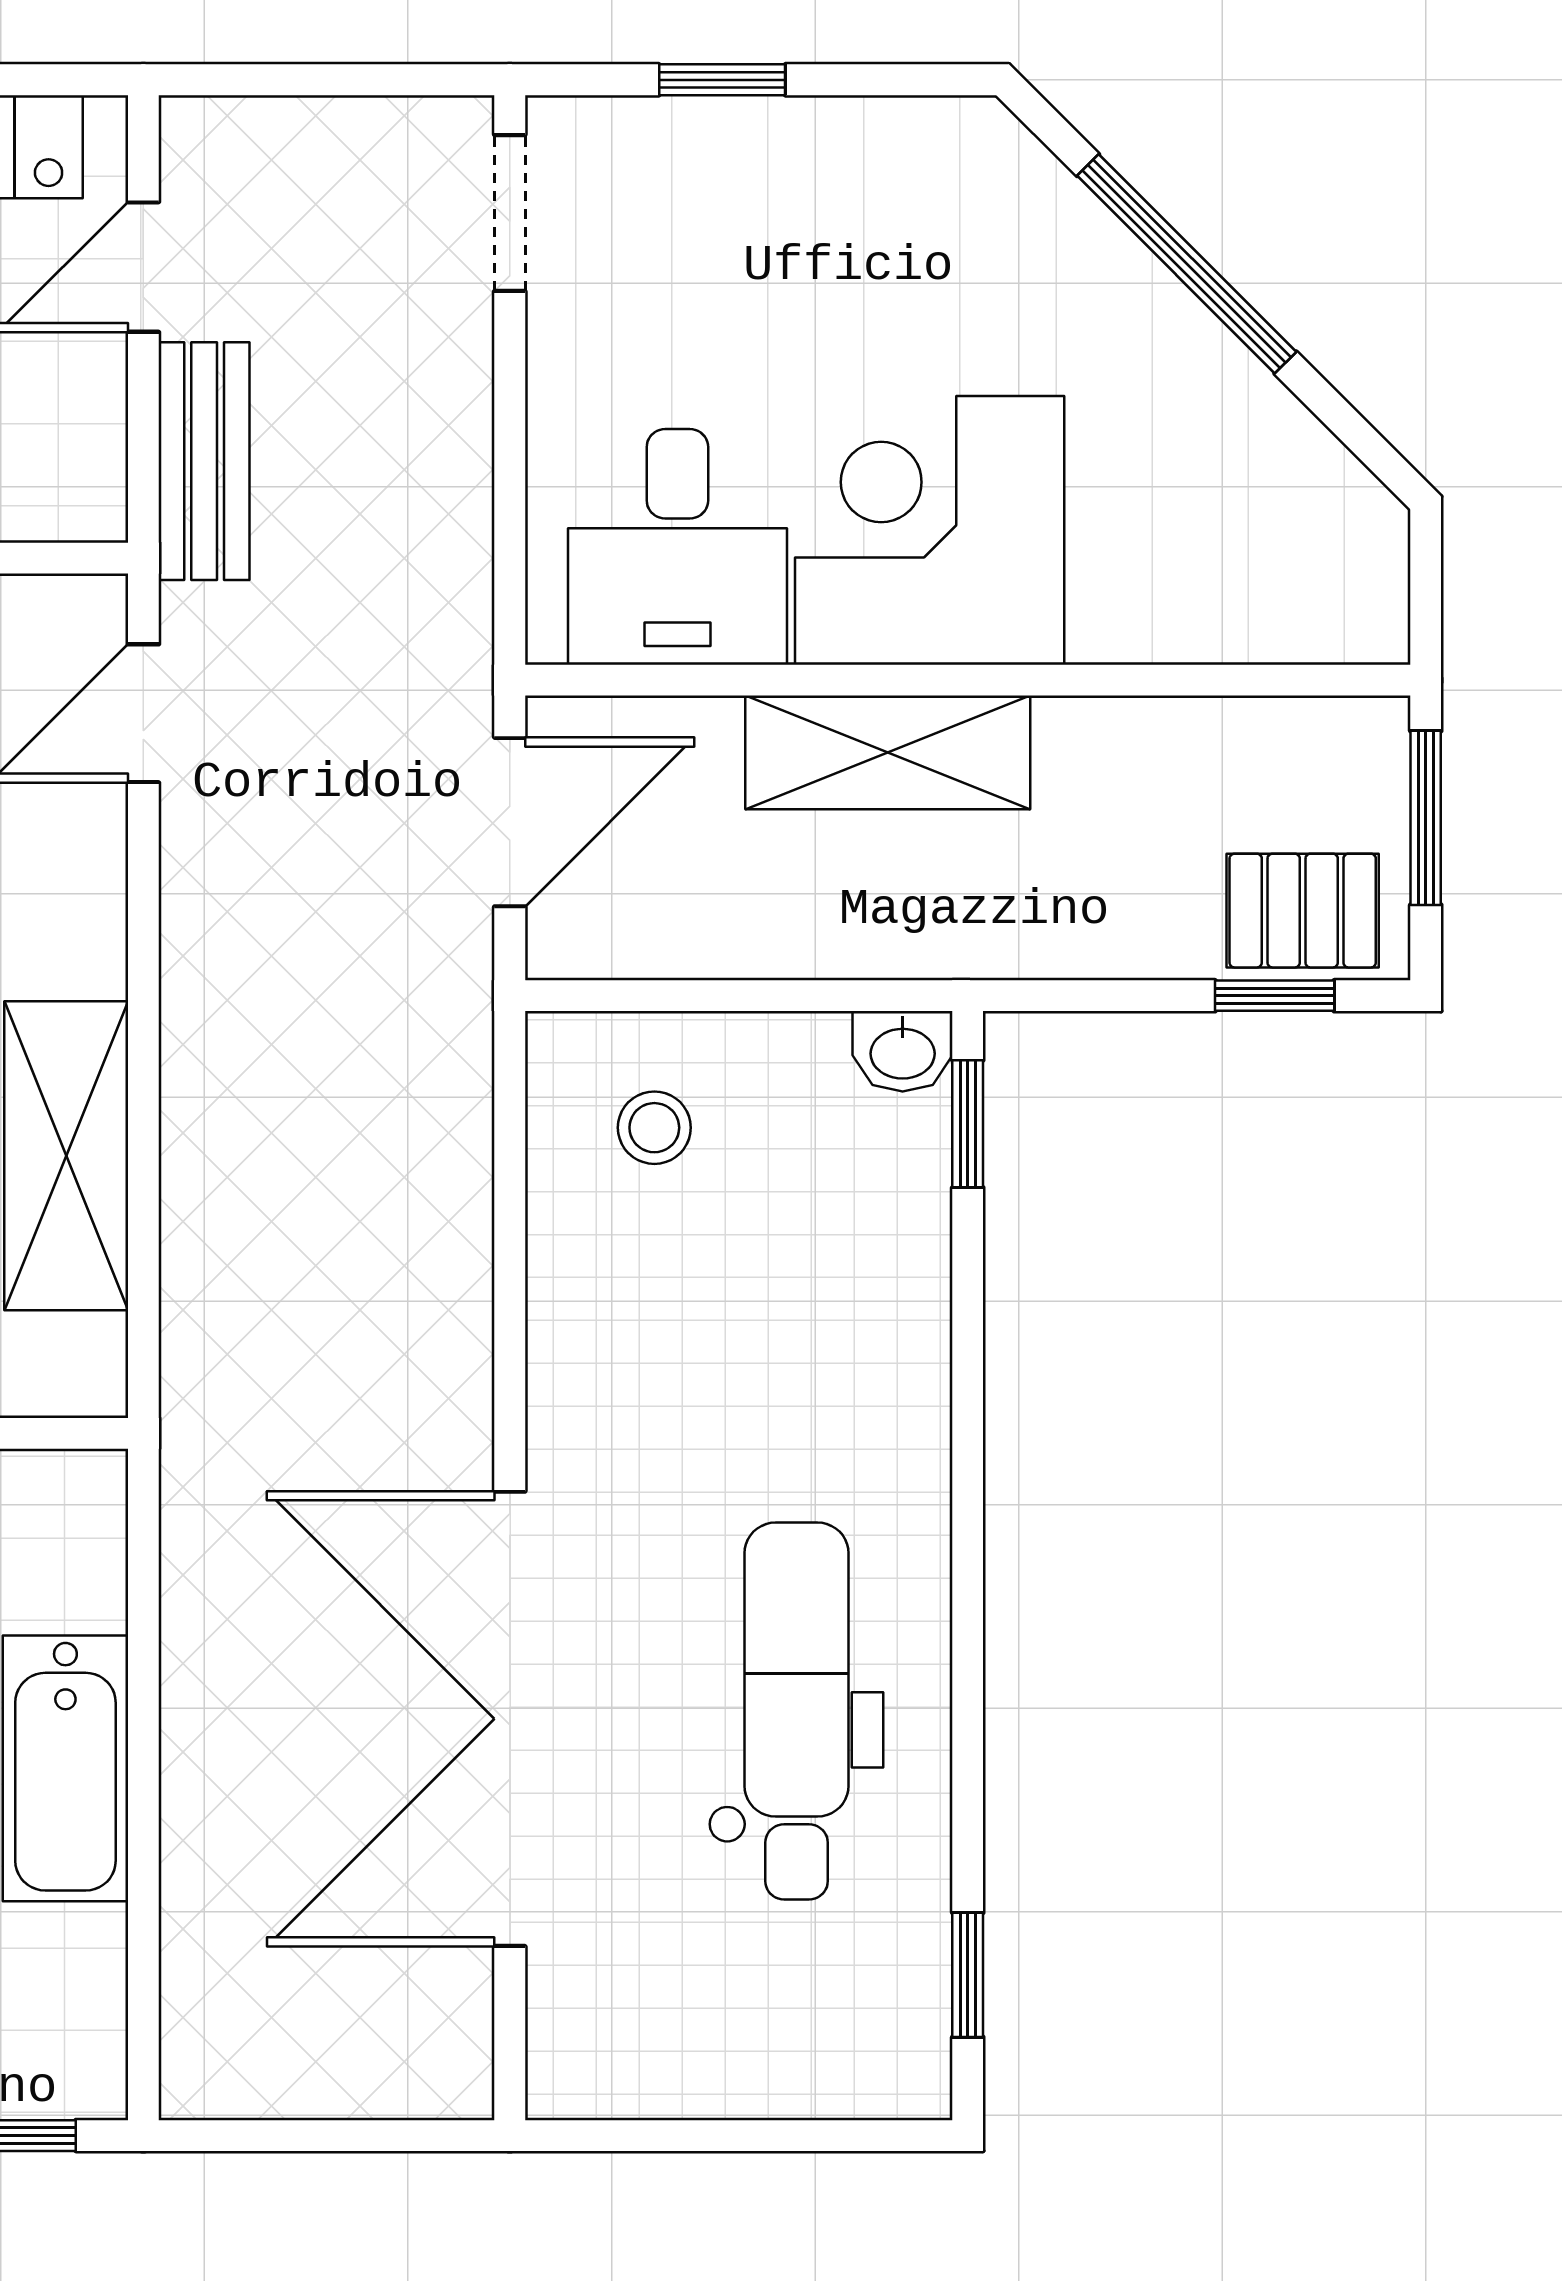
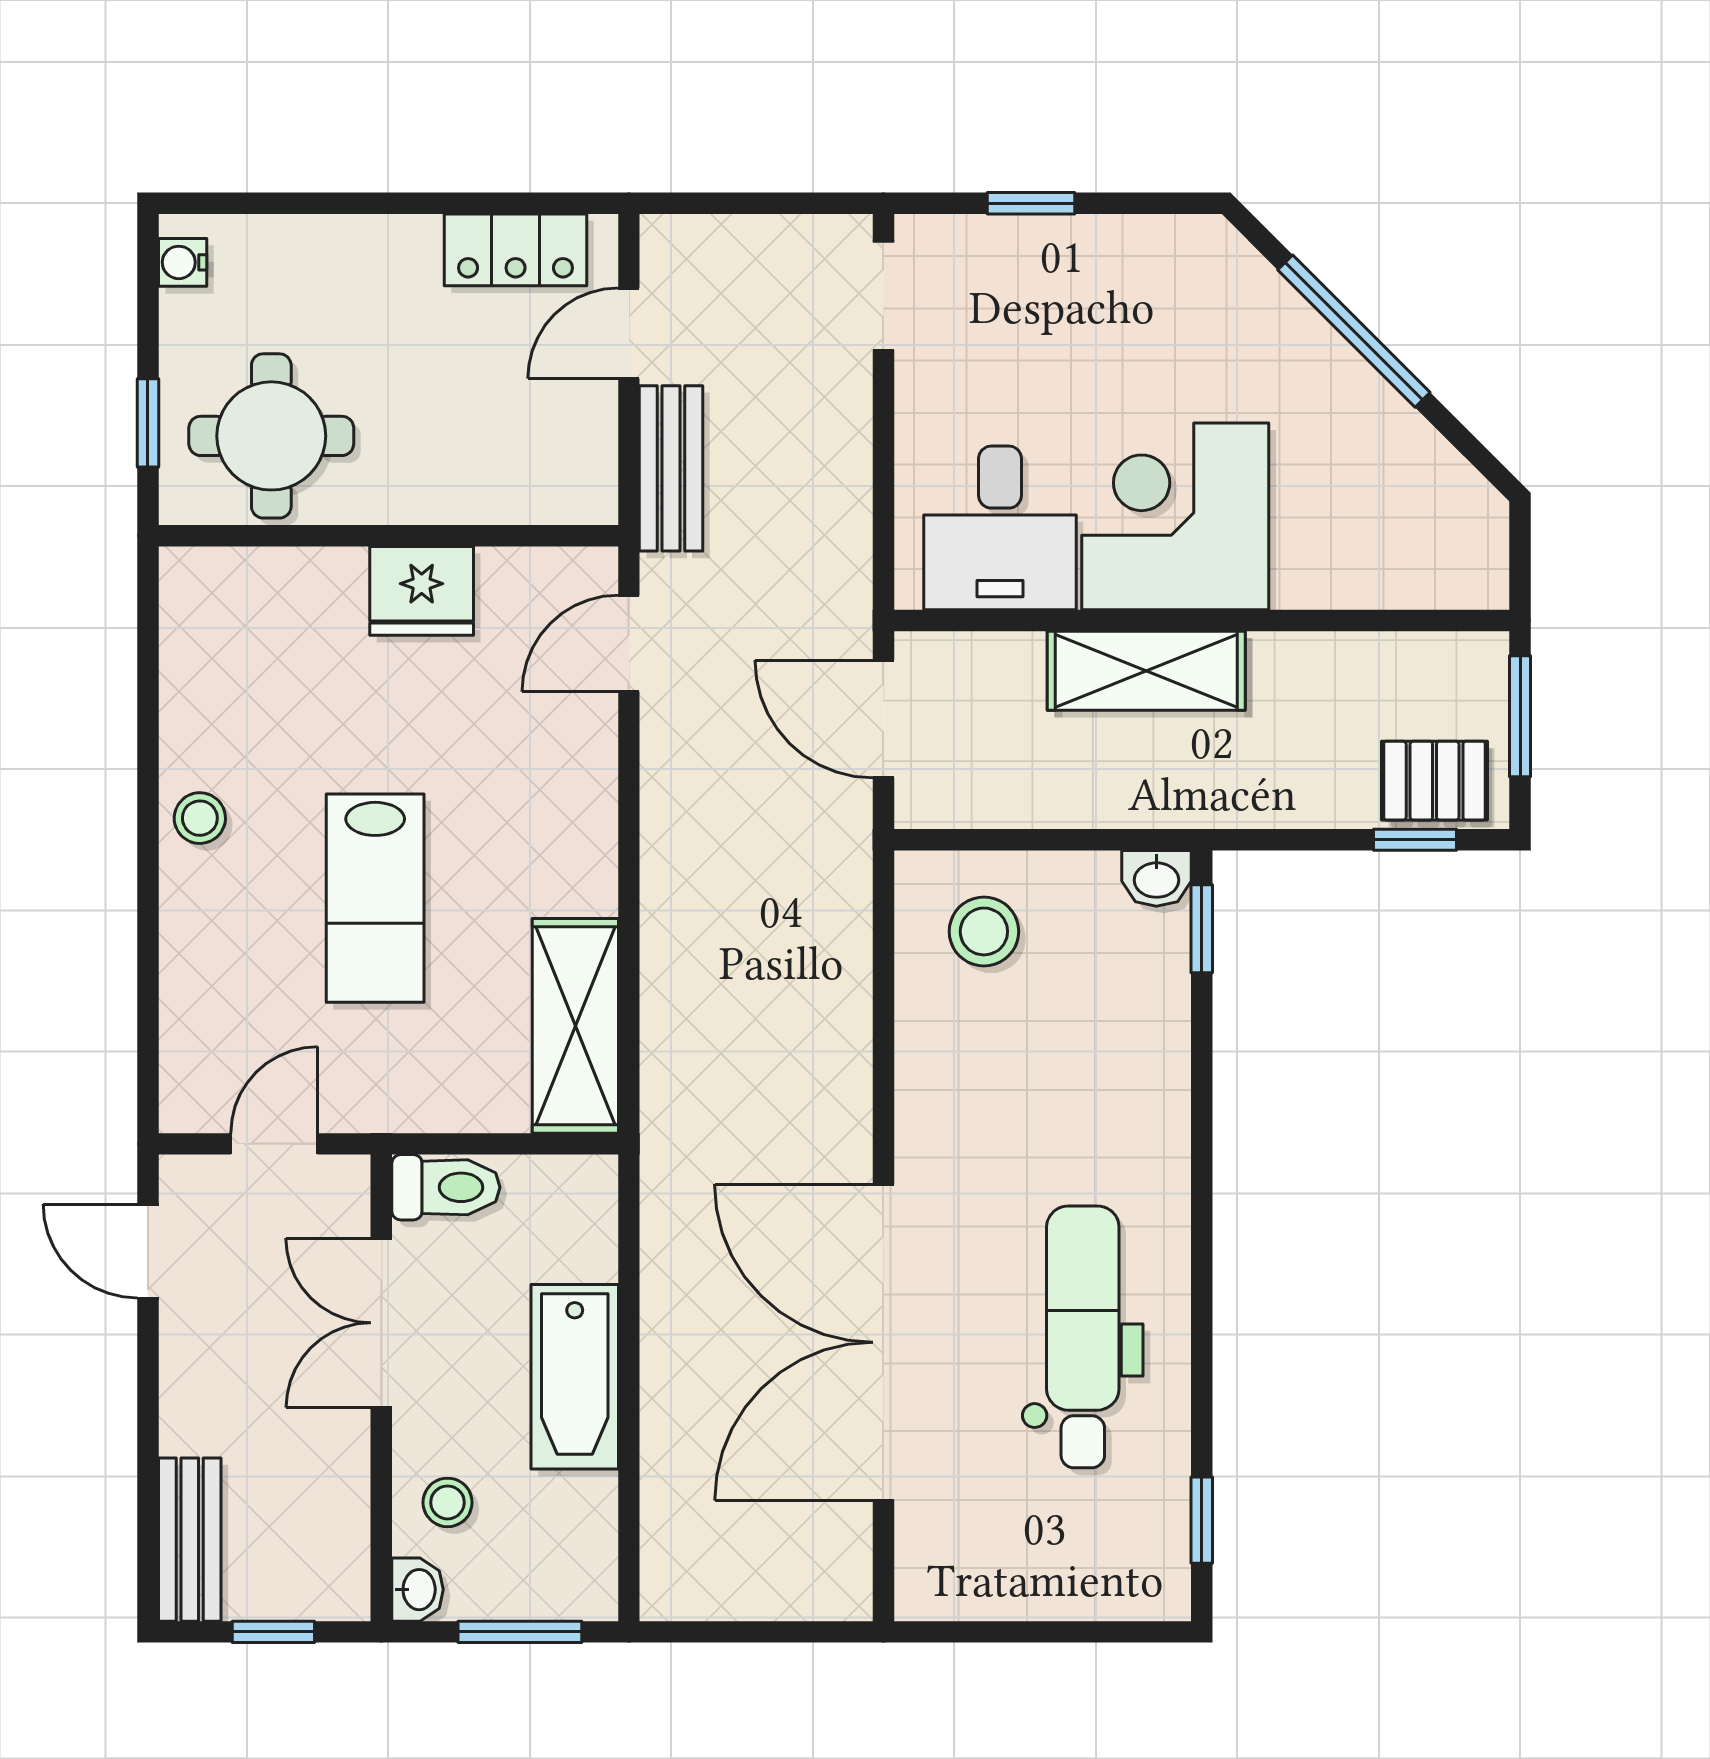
door: (510, 822) -> (883, 719), swing flipped
stool: (654, 1128) -> (984, 931), width x1.37, depth x1.37
shelving: (66, 1156) -> (575, 1026), moved

